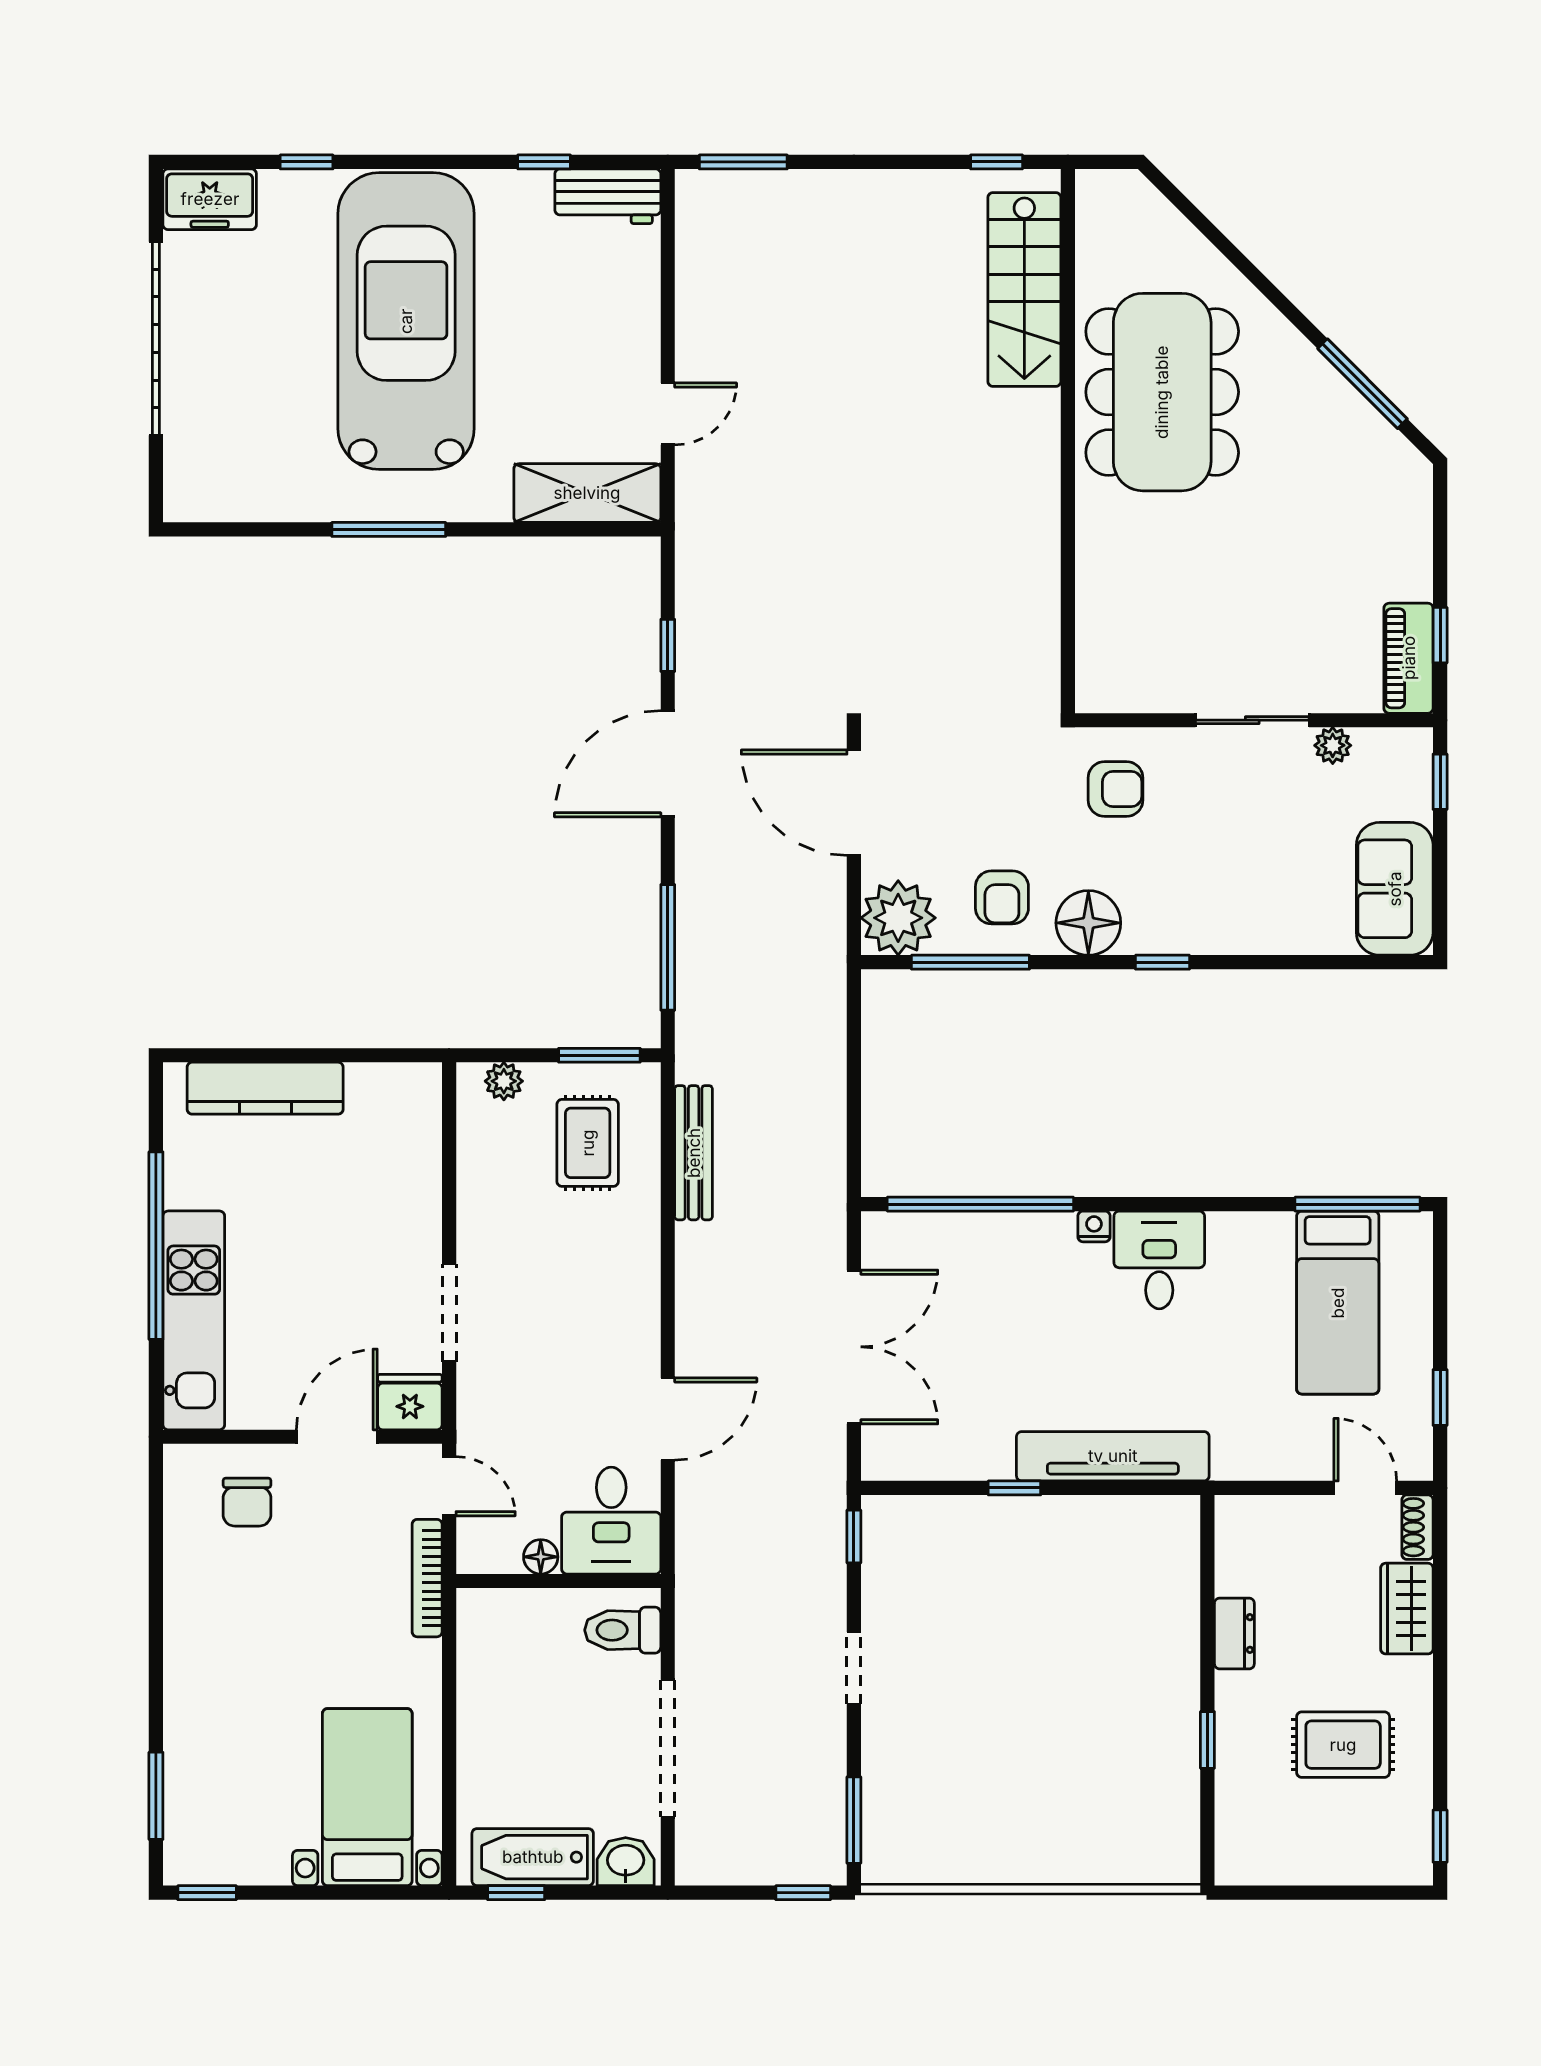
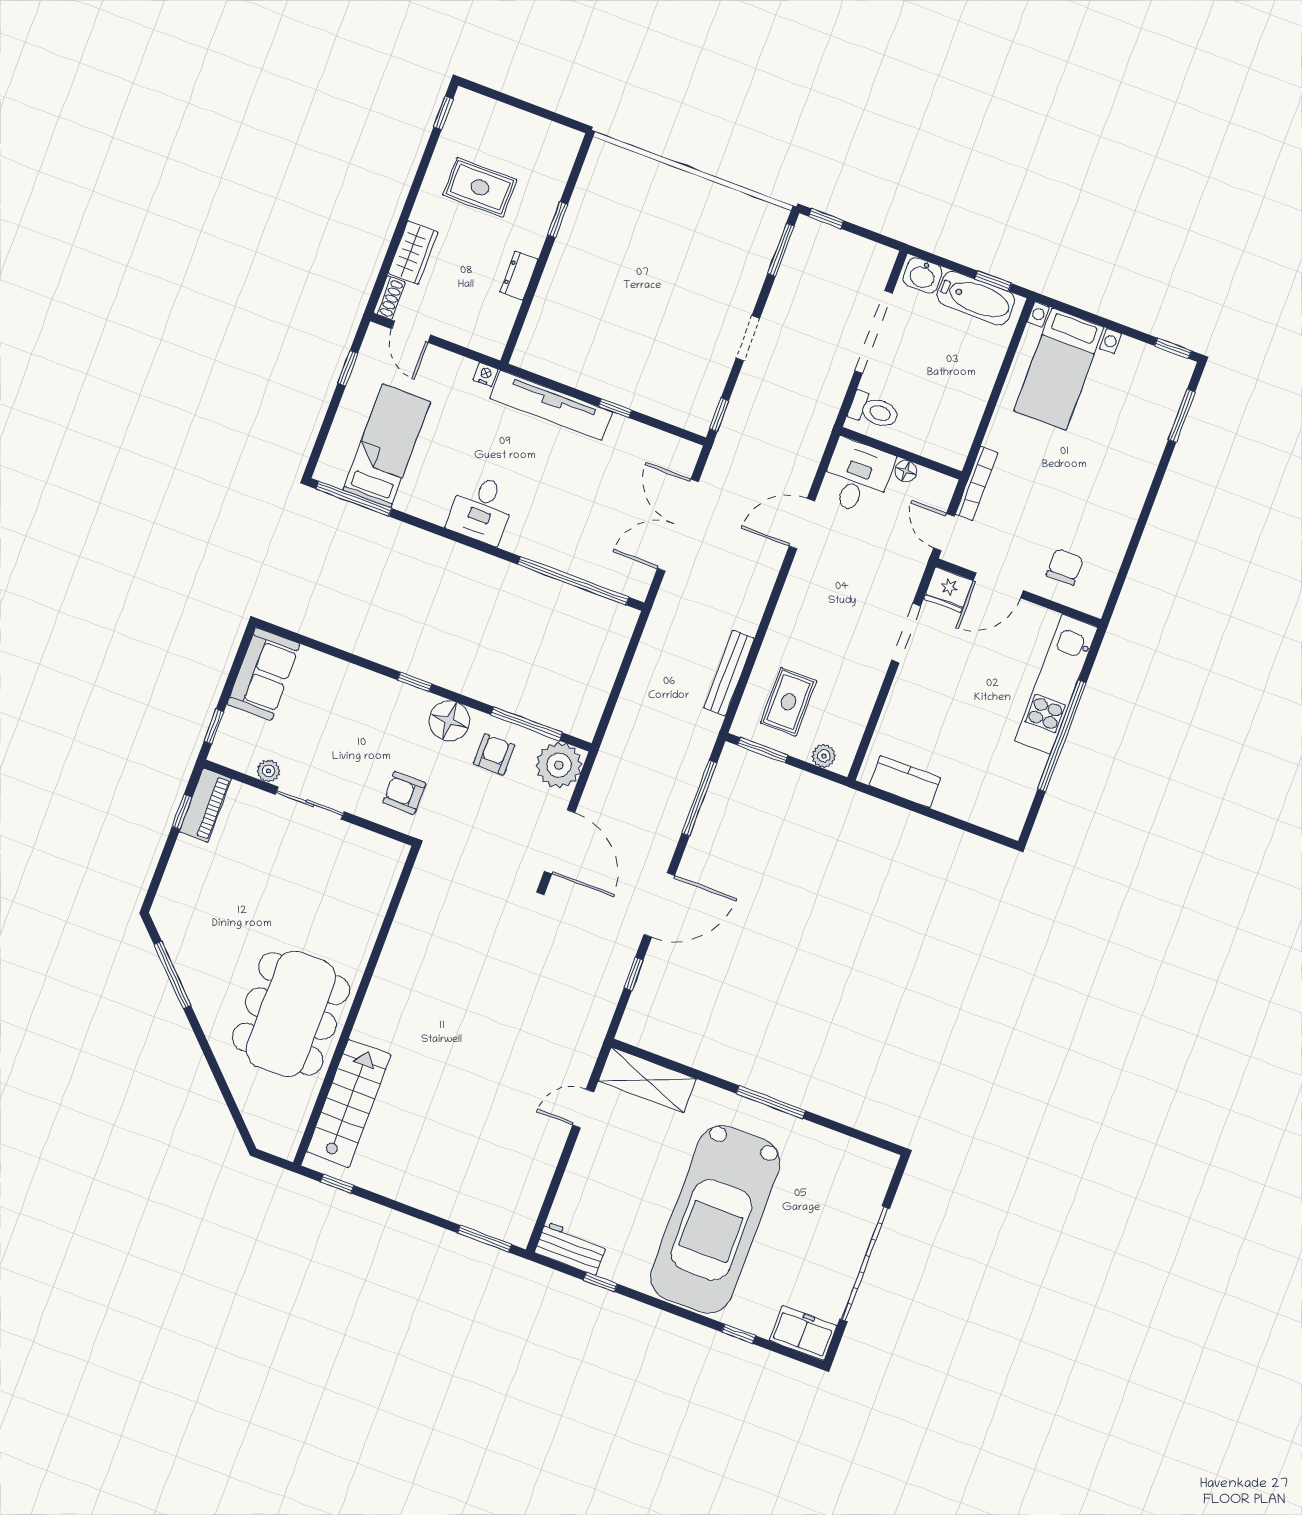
kitchen counter: (265, 1088) -> (905, 782), moved, width x0.67
nightstand: (1094, 1226) -> (485, 374), moved, turned 180

